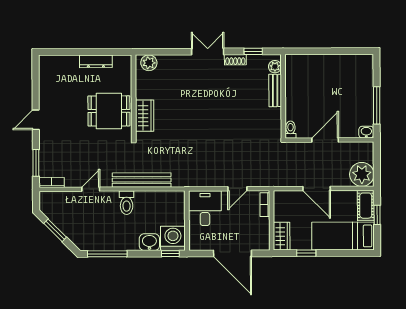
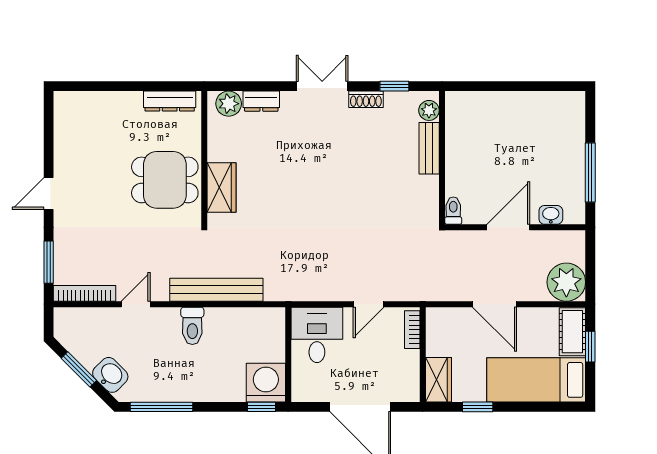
dresser: (96, 61) -> (170, 101), moved
dresser: (169, 61) -> (261, 101), added
washbasin: (366, 132) -> (551, 215), moved
bookcase: (52, 182) -> (85, 293), width x1.56
washbasin: (149, 242) -> (110, 375), moved, turned 45

